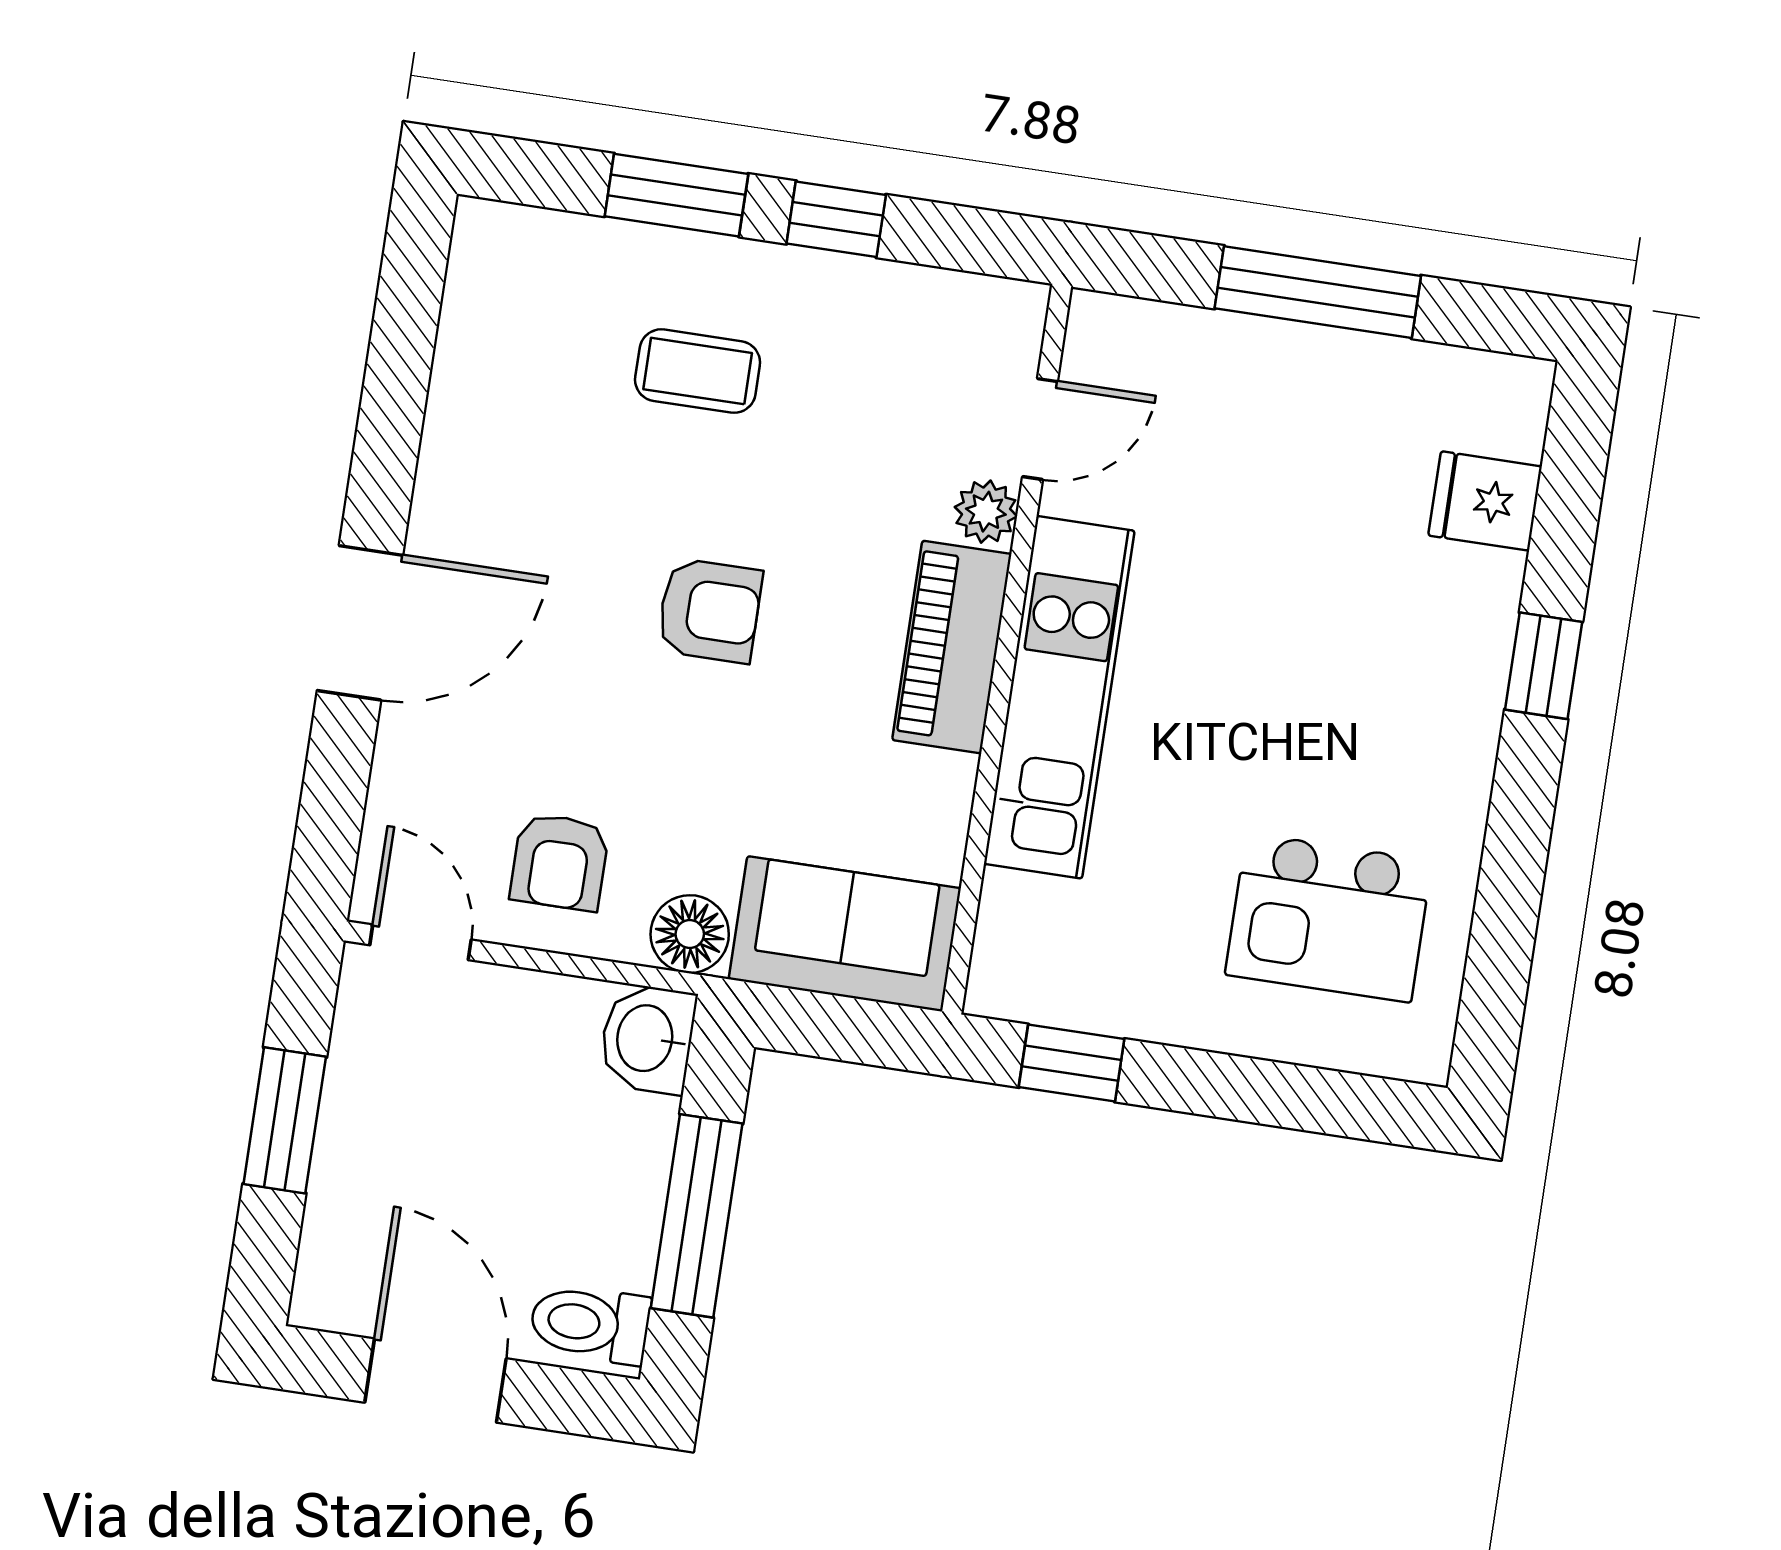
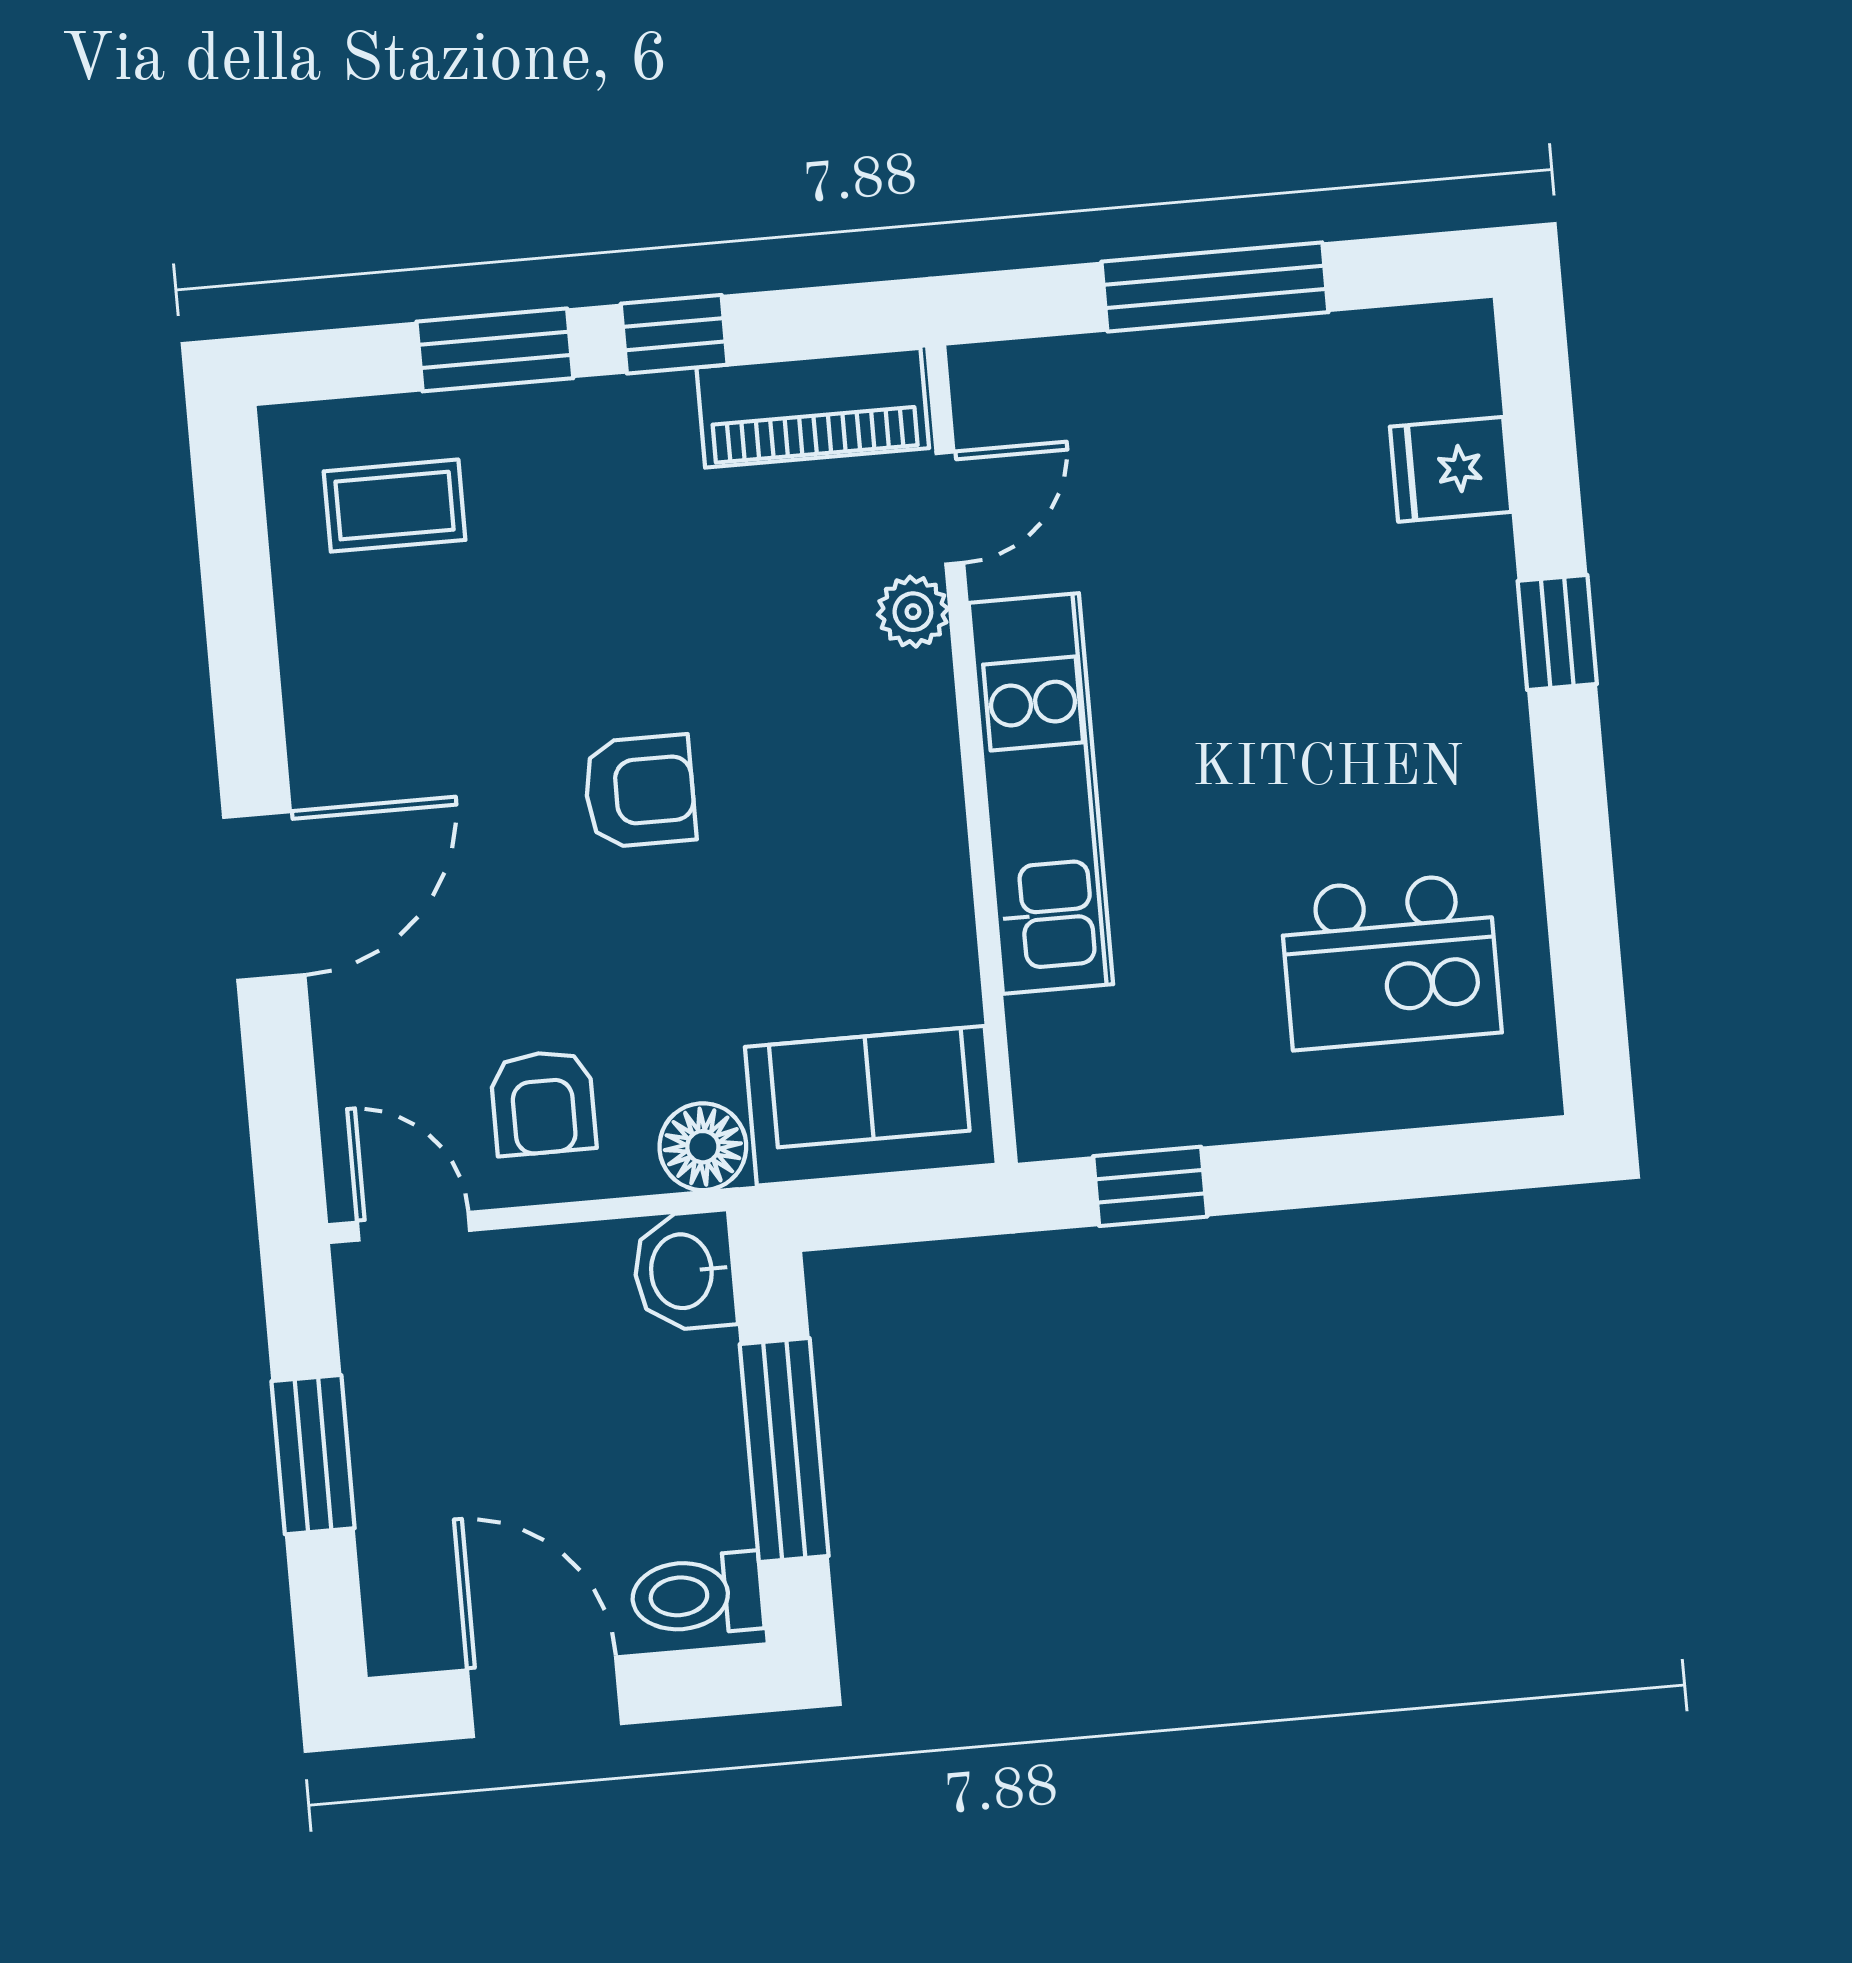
coffee table: (698, 371) -> (395, 506), moved
piano: (952, 647) -> (813, 408), moved, turned -90

